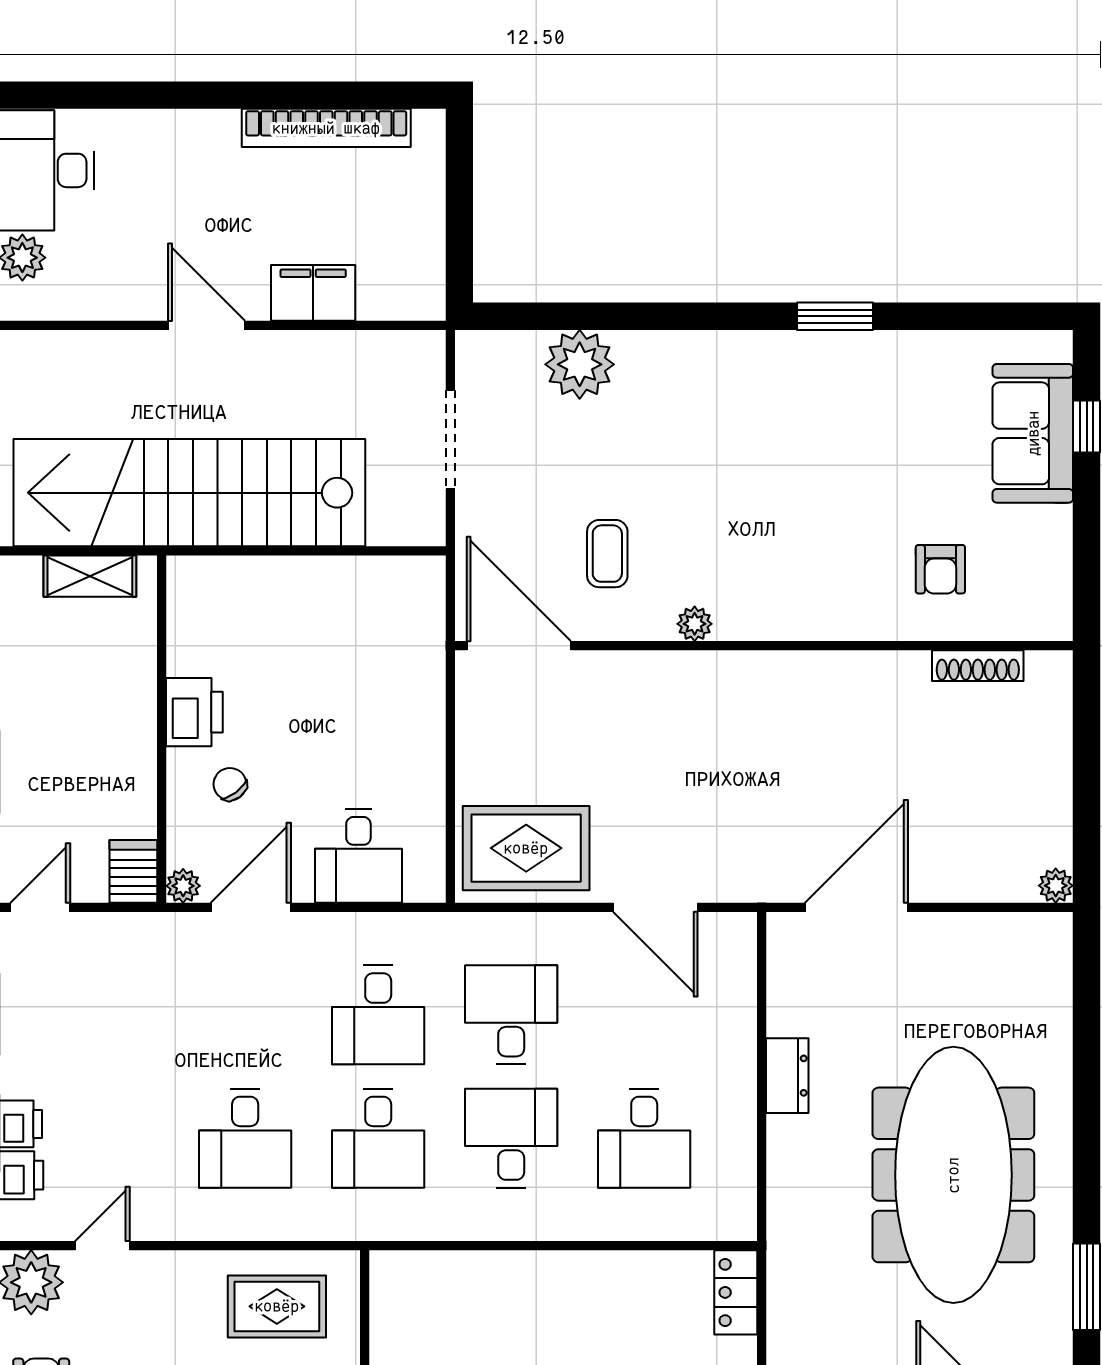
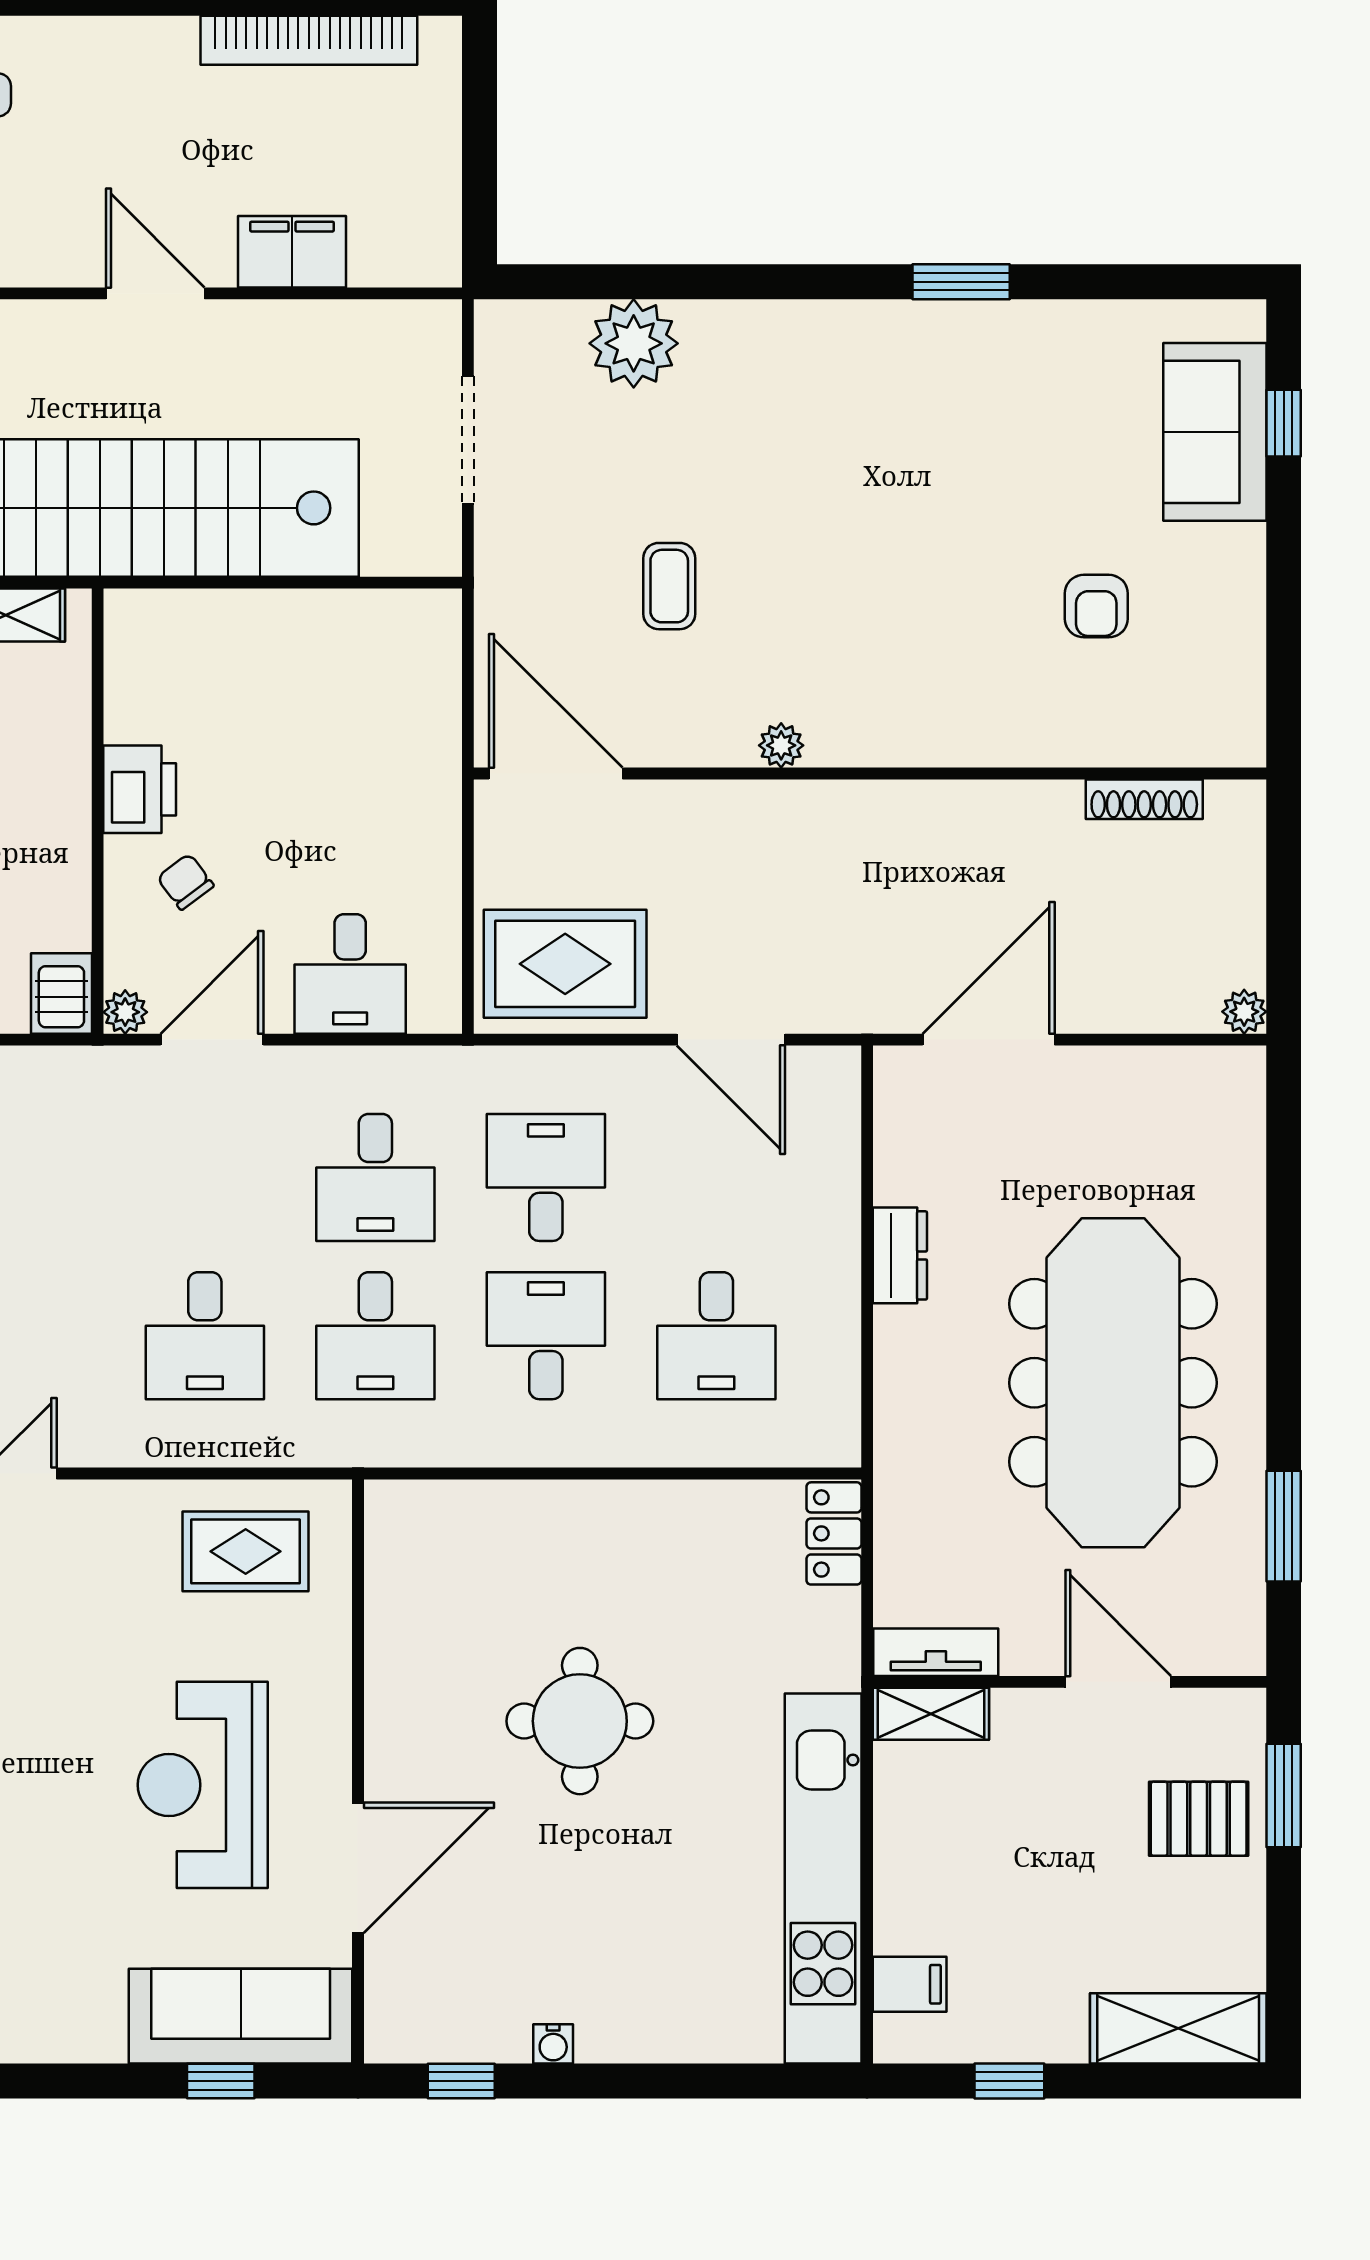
plant: (695, 624) -> (781, 745), moved
door: (519, 646) -> (556, 774), moved
wall: (764, 646) -> (870, 774), moved
shoe rack: (978, 666) -> (1144, 799), moved

